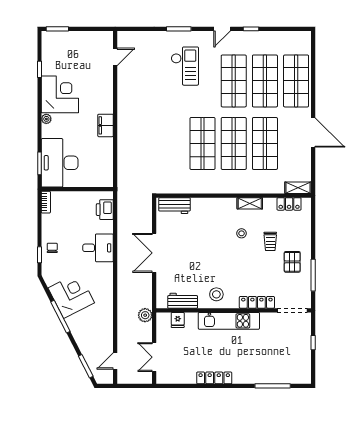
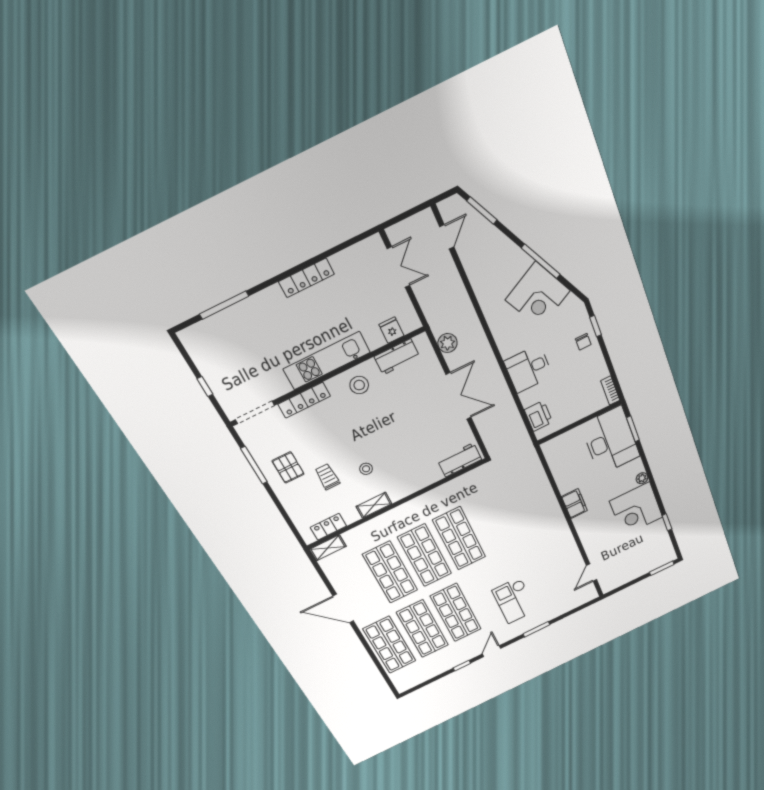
plant: (145, 315) -> (447, 343), moved

